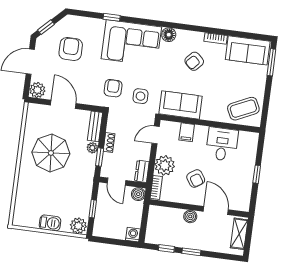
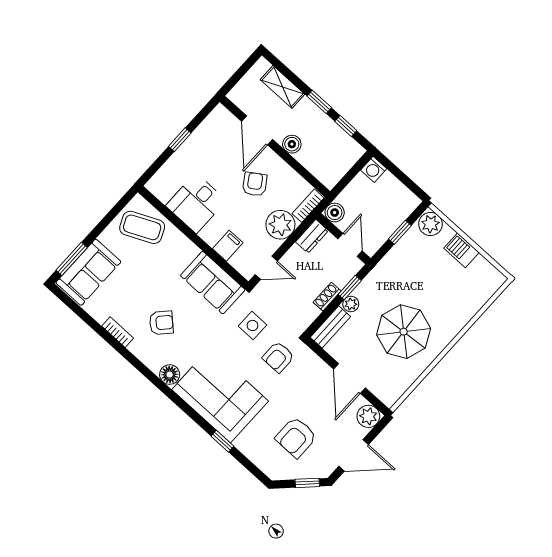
sofa: (248, 50) -> (88, 272), moved, turned 90
shelving: (239, 234) -> (282, 87), moved, turned 90

